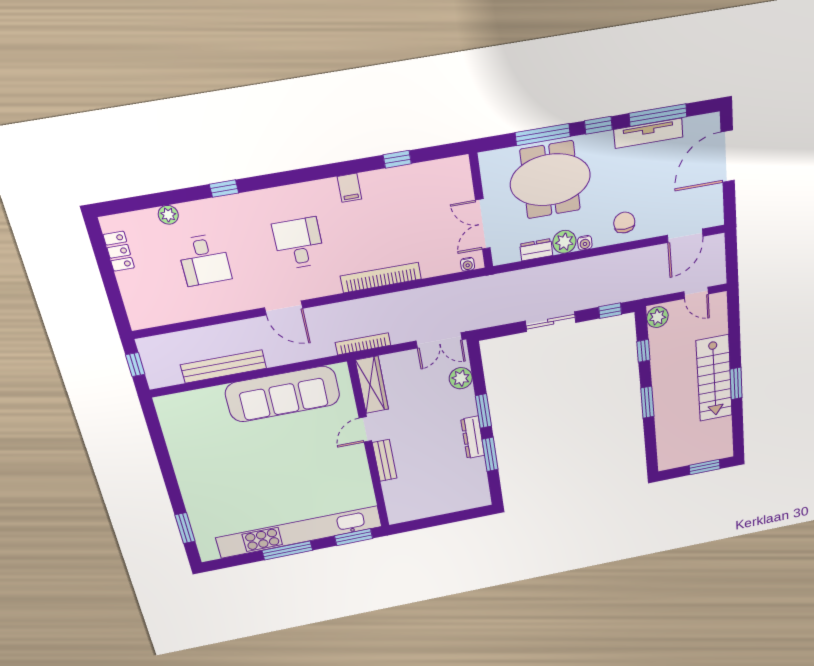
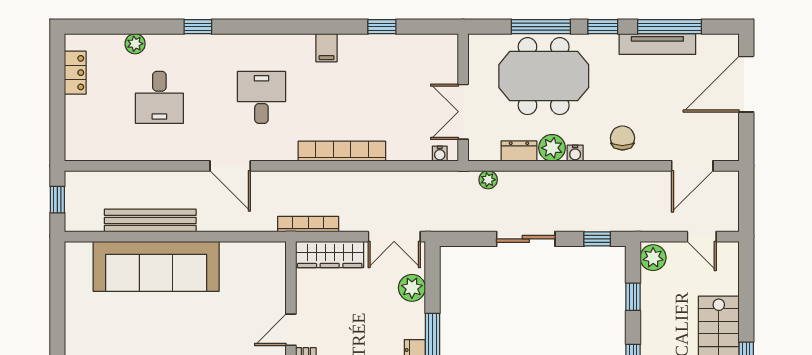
plant: (513, 279) -> (488, 180), added
wardrobe: (372, 385) -> (330, 254), moved, turned 90
sofa: (283, 394) -> (156, 266), moved

